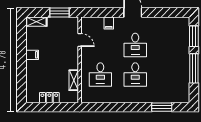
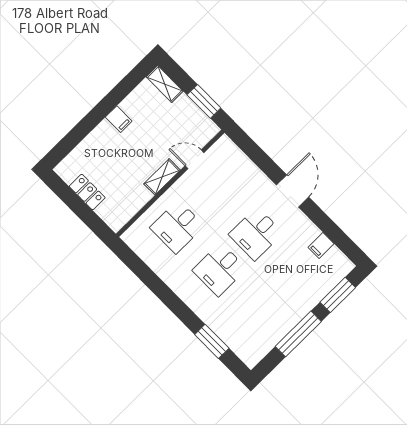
filing cabinet: (109, 23) -> (321, 246), moved
door: (80, 40) -> (195, 159), swing flipped
shelving: (74, 80) -> (162, 177), moved

